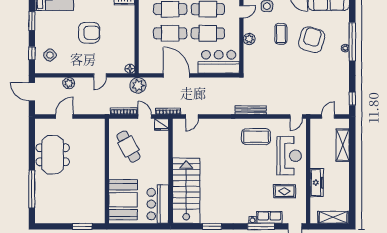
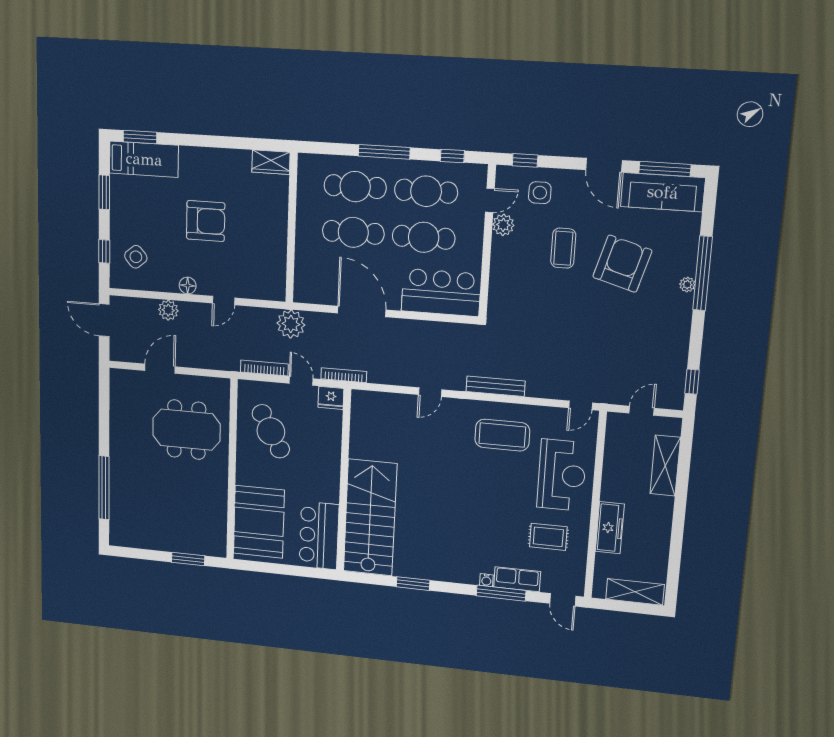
plant: (249, 39) -> (503, 225), moved
floor lamp: (130, 69) -> (188, 286), moved
door: (192, 116) -> (430, 392), moved
meeting table: (53, 155) -> (186, 430), moved, turned 90

